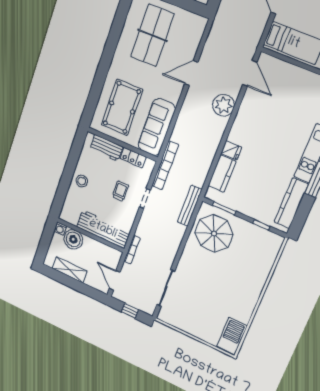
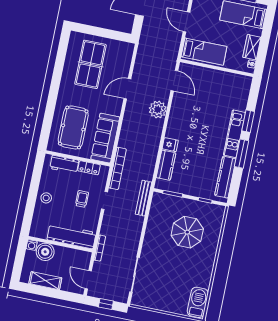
parasol: (214, 234) -> (187, 232), moved

